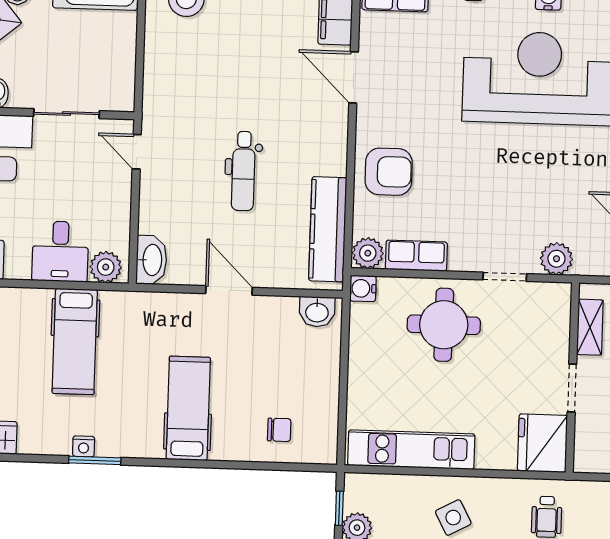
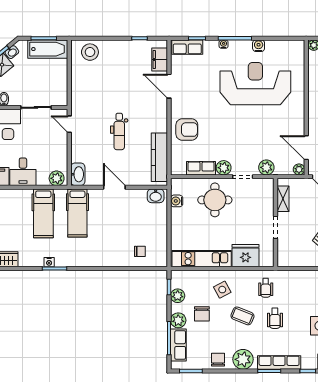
desk: (60, 251) -> (23, 172), moved
plant: (368, 253) -> (224, 168), moved
water cooler: (363, 288) -> (177, 201), moved
hospital bed: (188, 408) -> (77, 213), moved, turned 180
fridge: (542, 443) -> (246, 256), moved, turned 90

